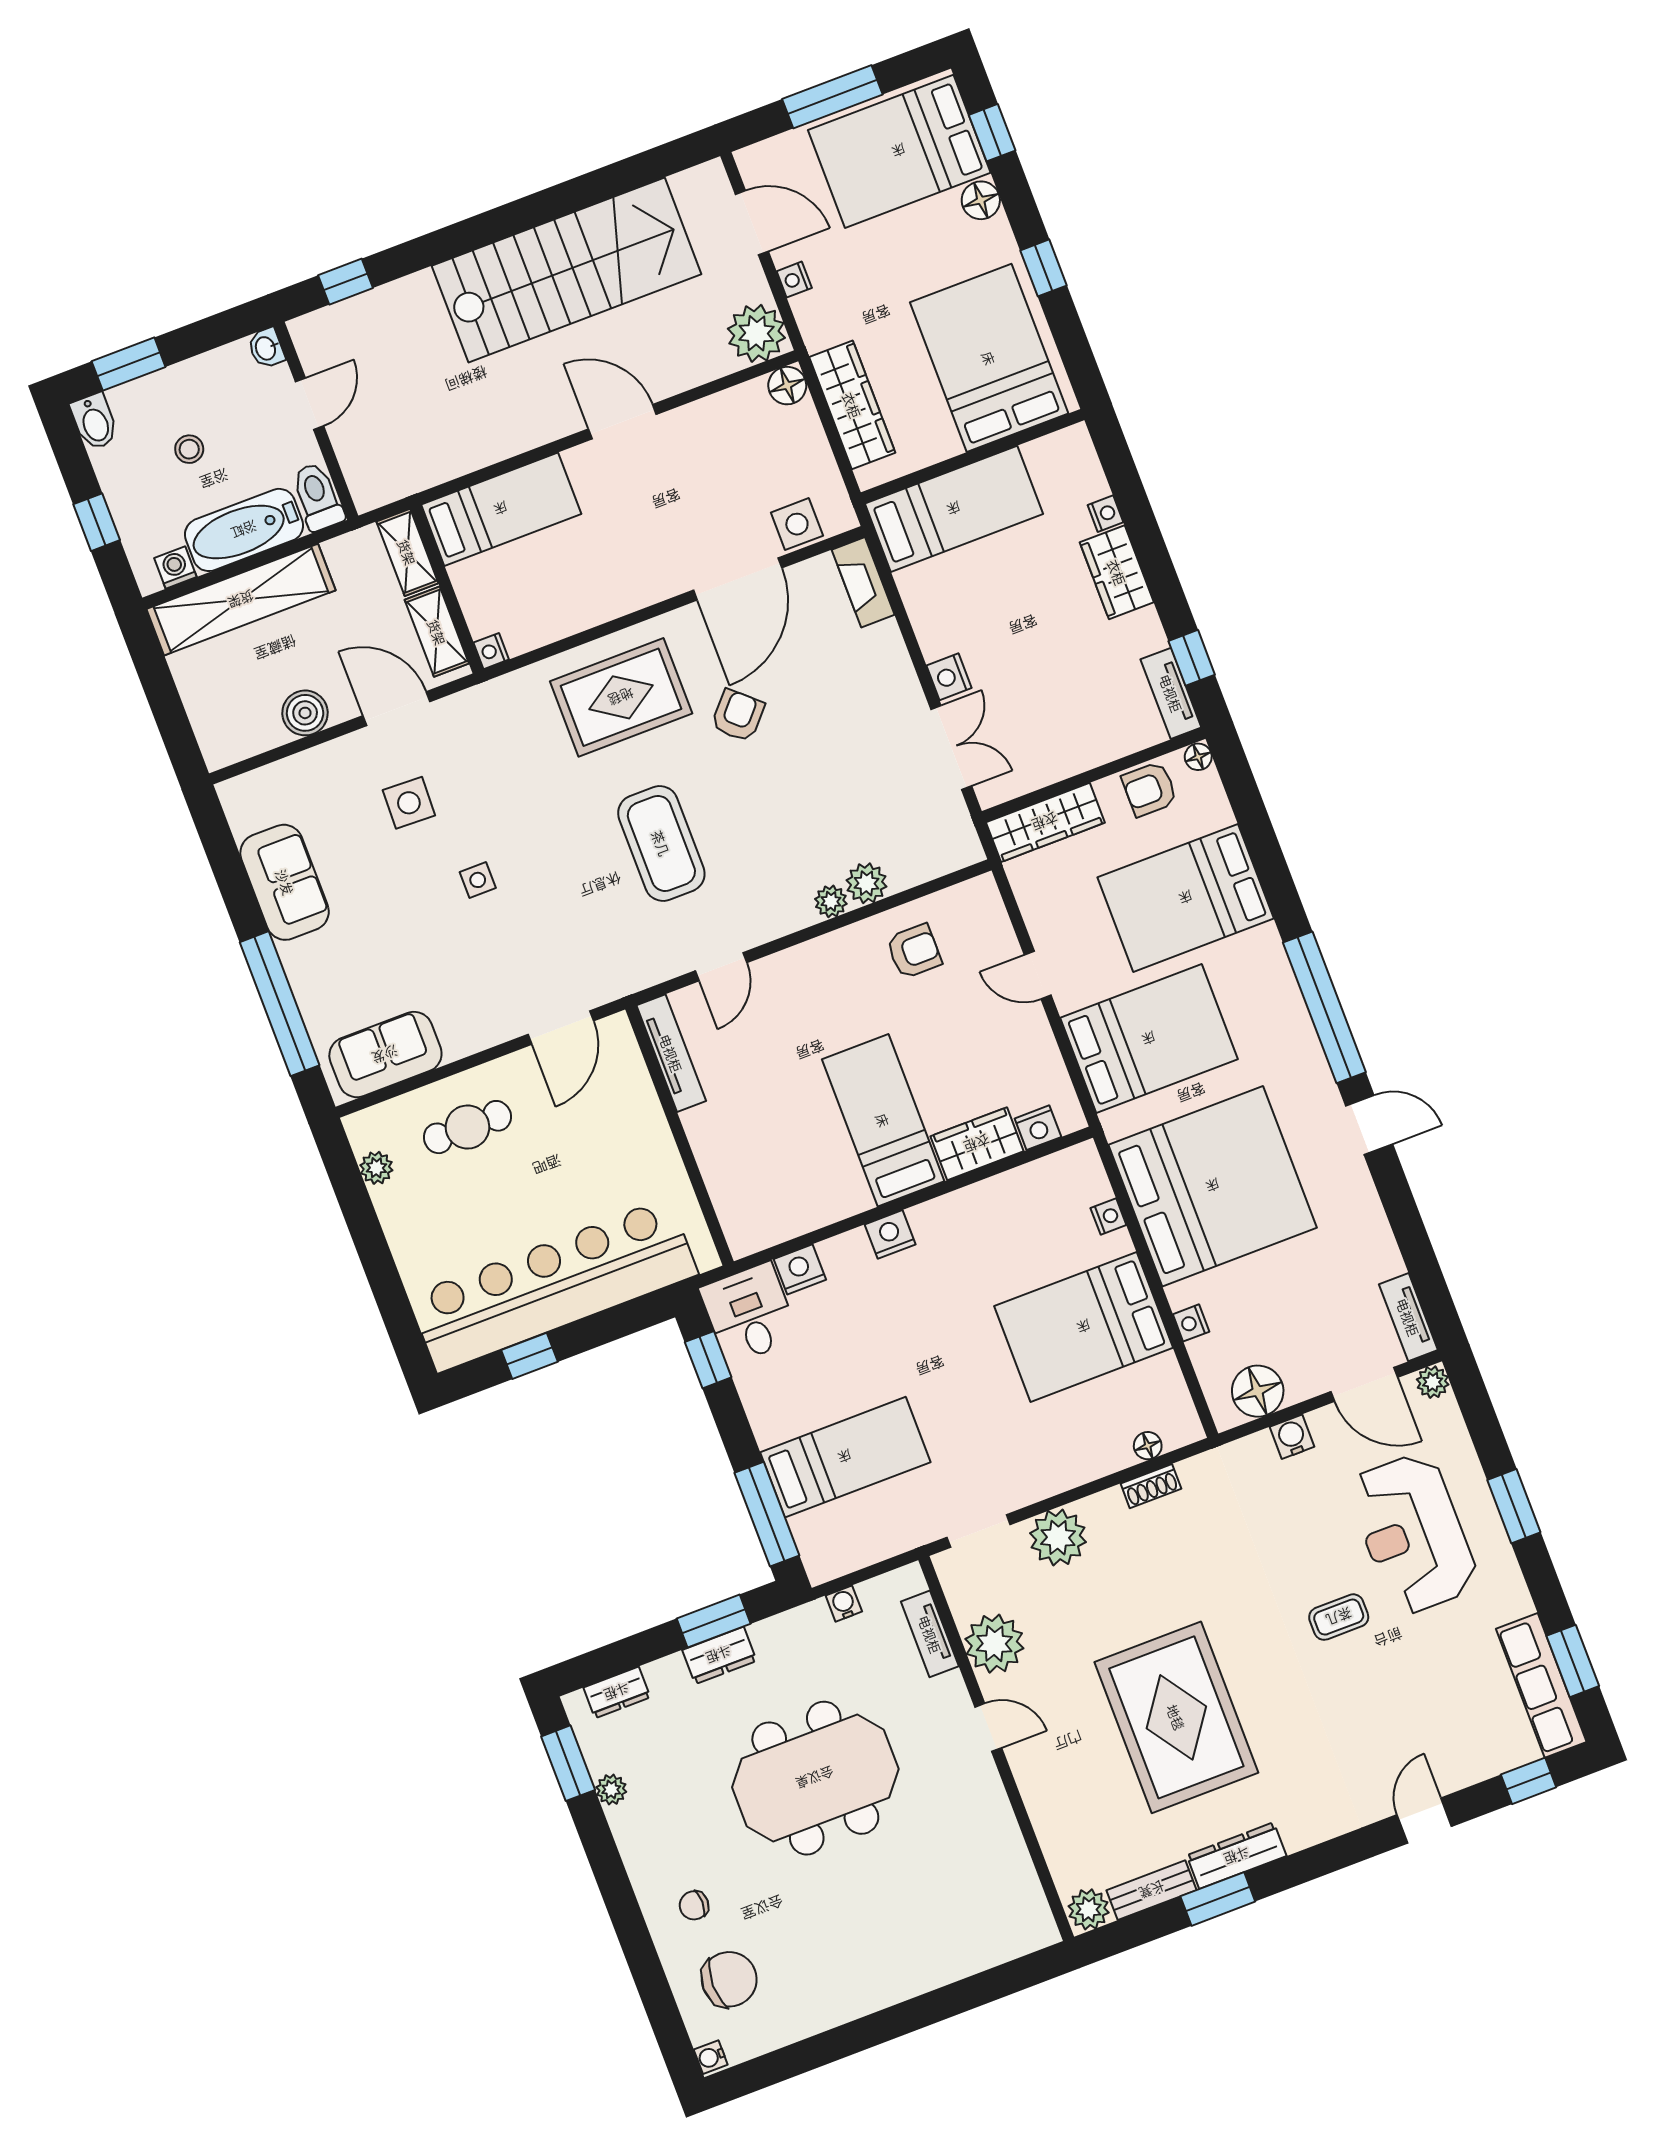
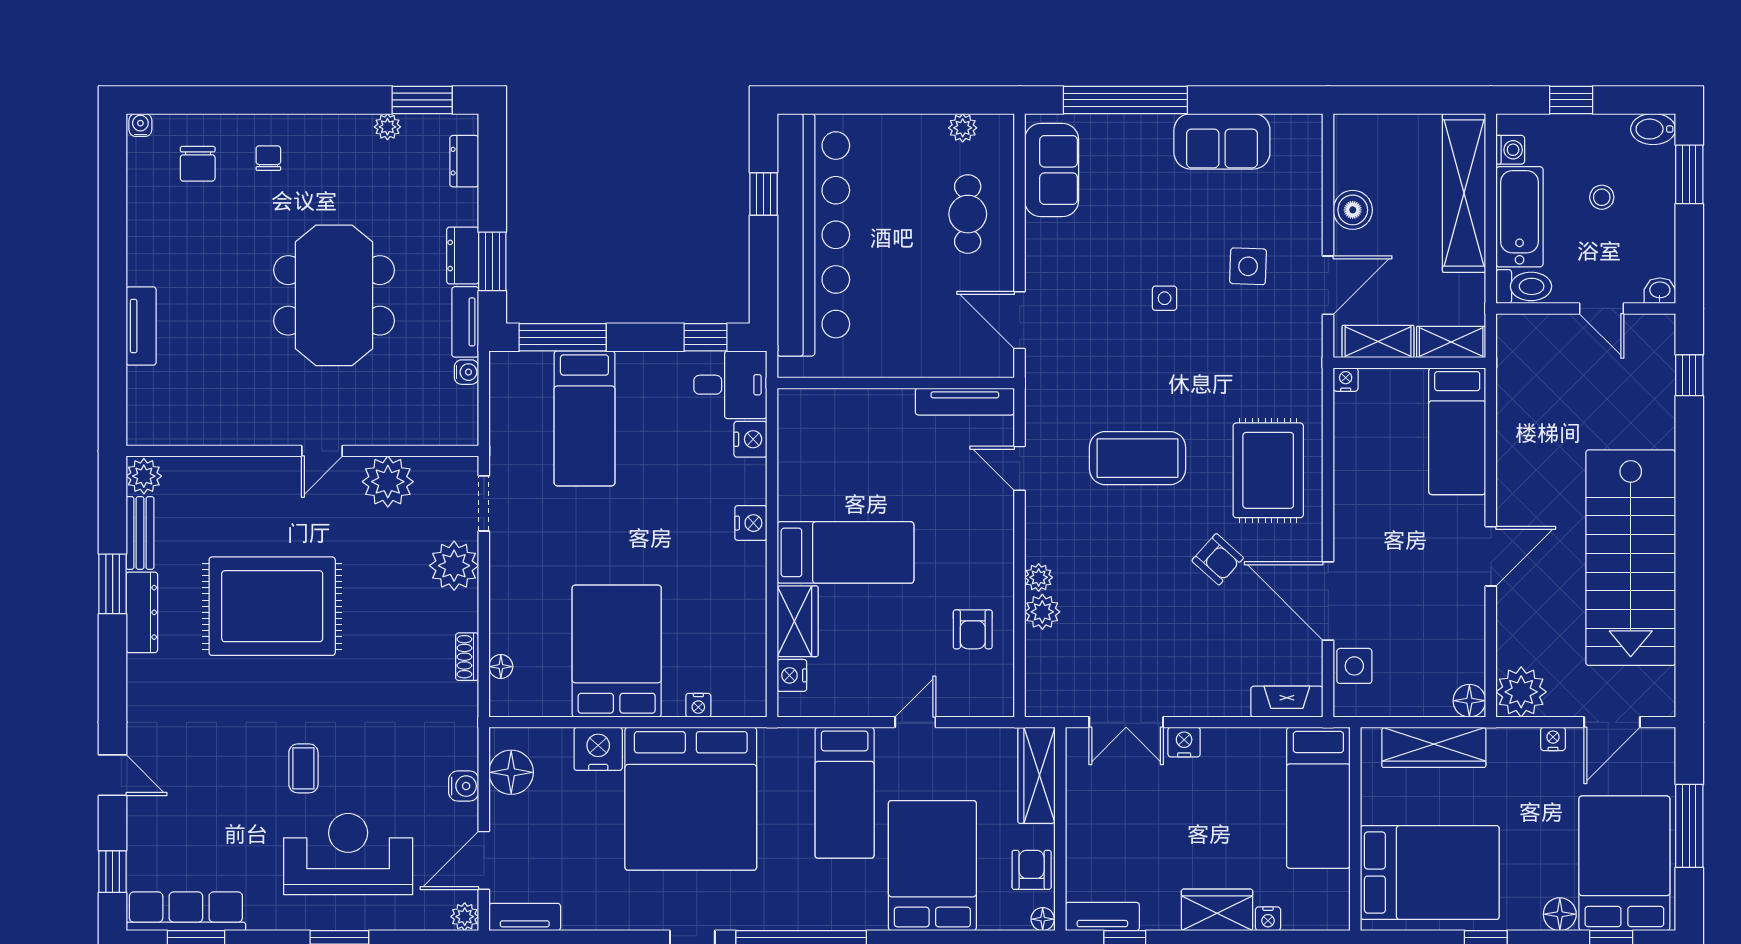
bed: (1149, 1039) -> (845, 793), width x0.67
nightstand: (1191, 1323) -> (598, 749), width x1.89, depth x1.79
tv unit: (930, 1634) -> (465, 322), moved, turned -90
tv unit: (928, 1974) -> (141, 326), added
chair: (729, 1979) -> (198, 164), width x0.73, depth x0.73

